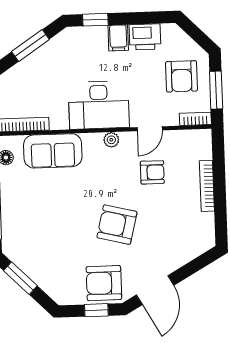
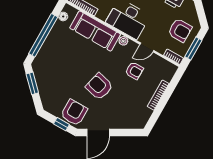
armchair: (181, 76) -> (180, 30), turned -90
sofa: (53, 151) -> (95, 31), width x1.36
armchair: (104, 283) -> (74, 113), turned 90

